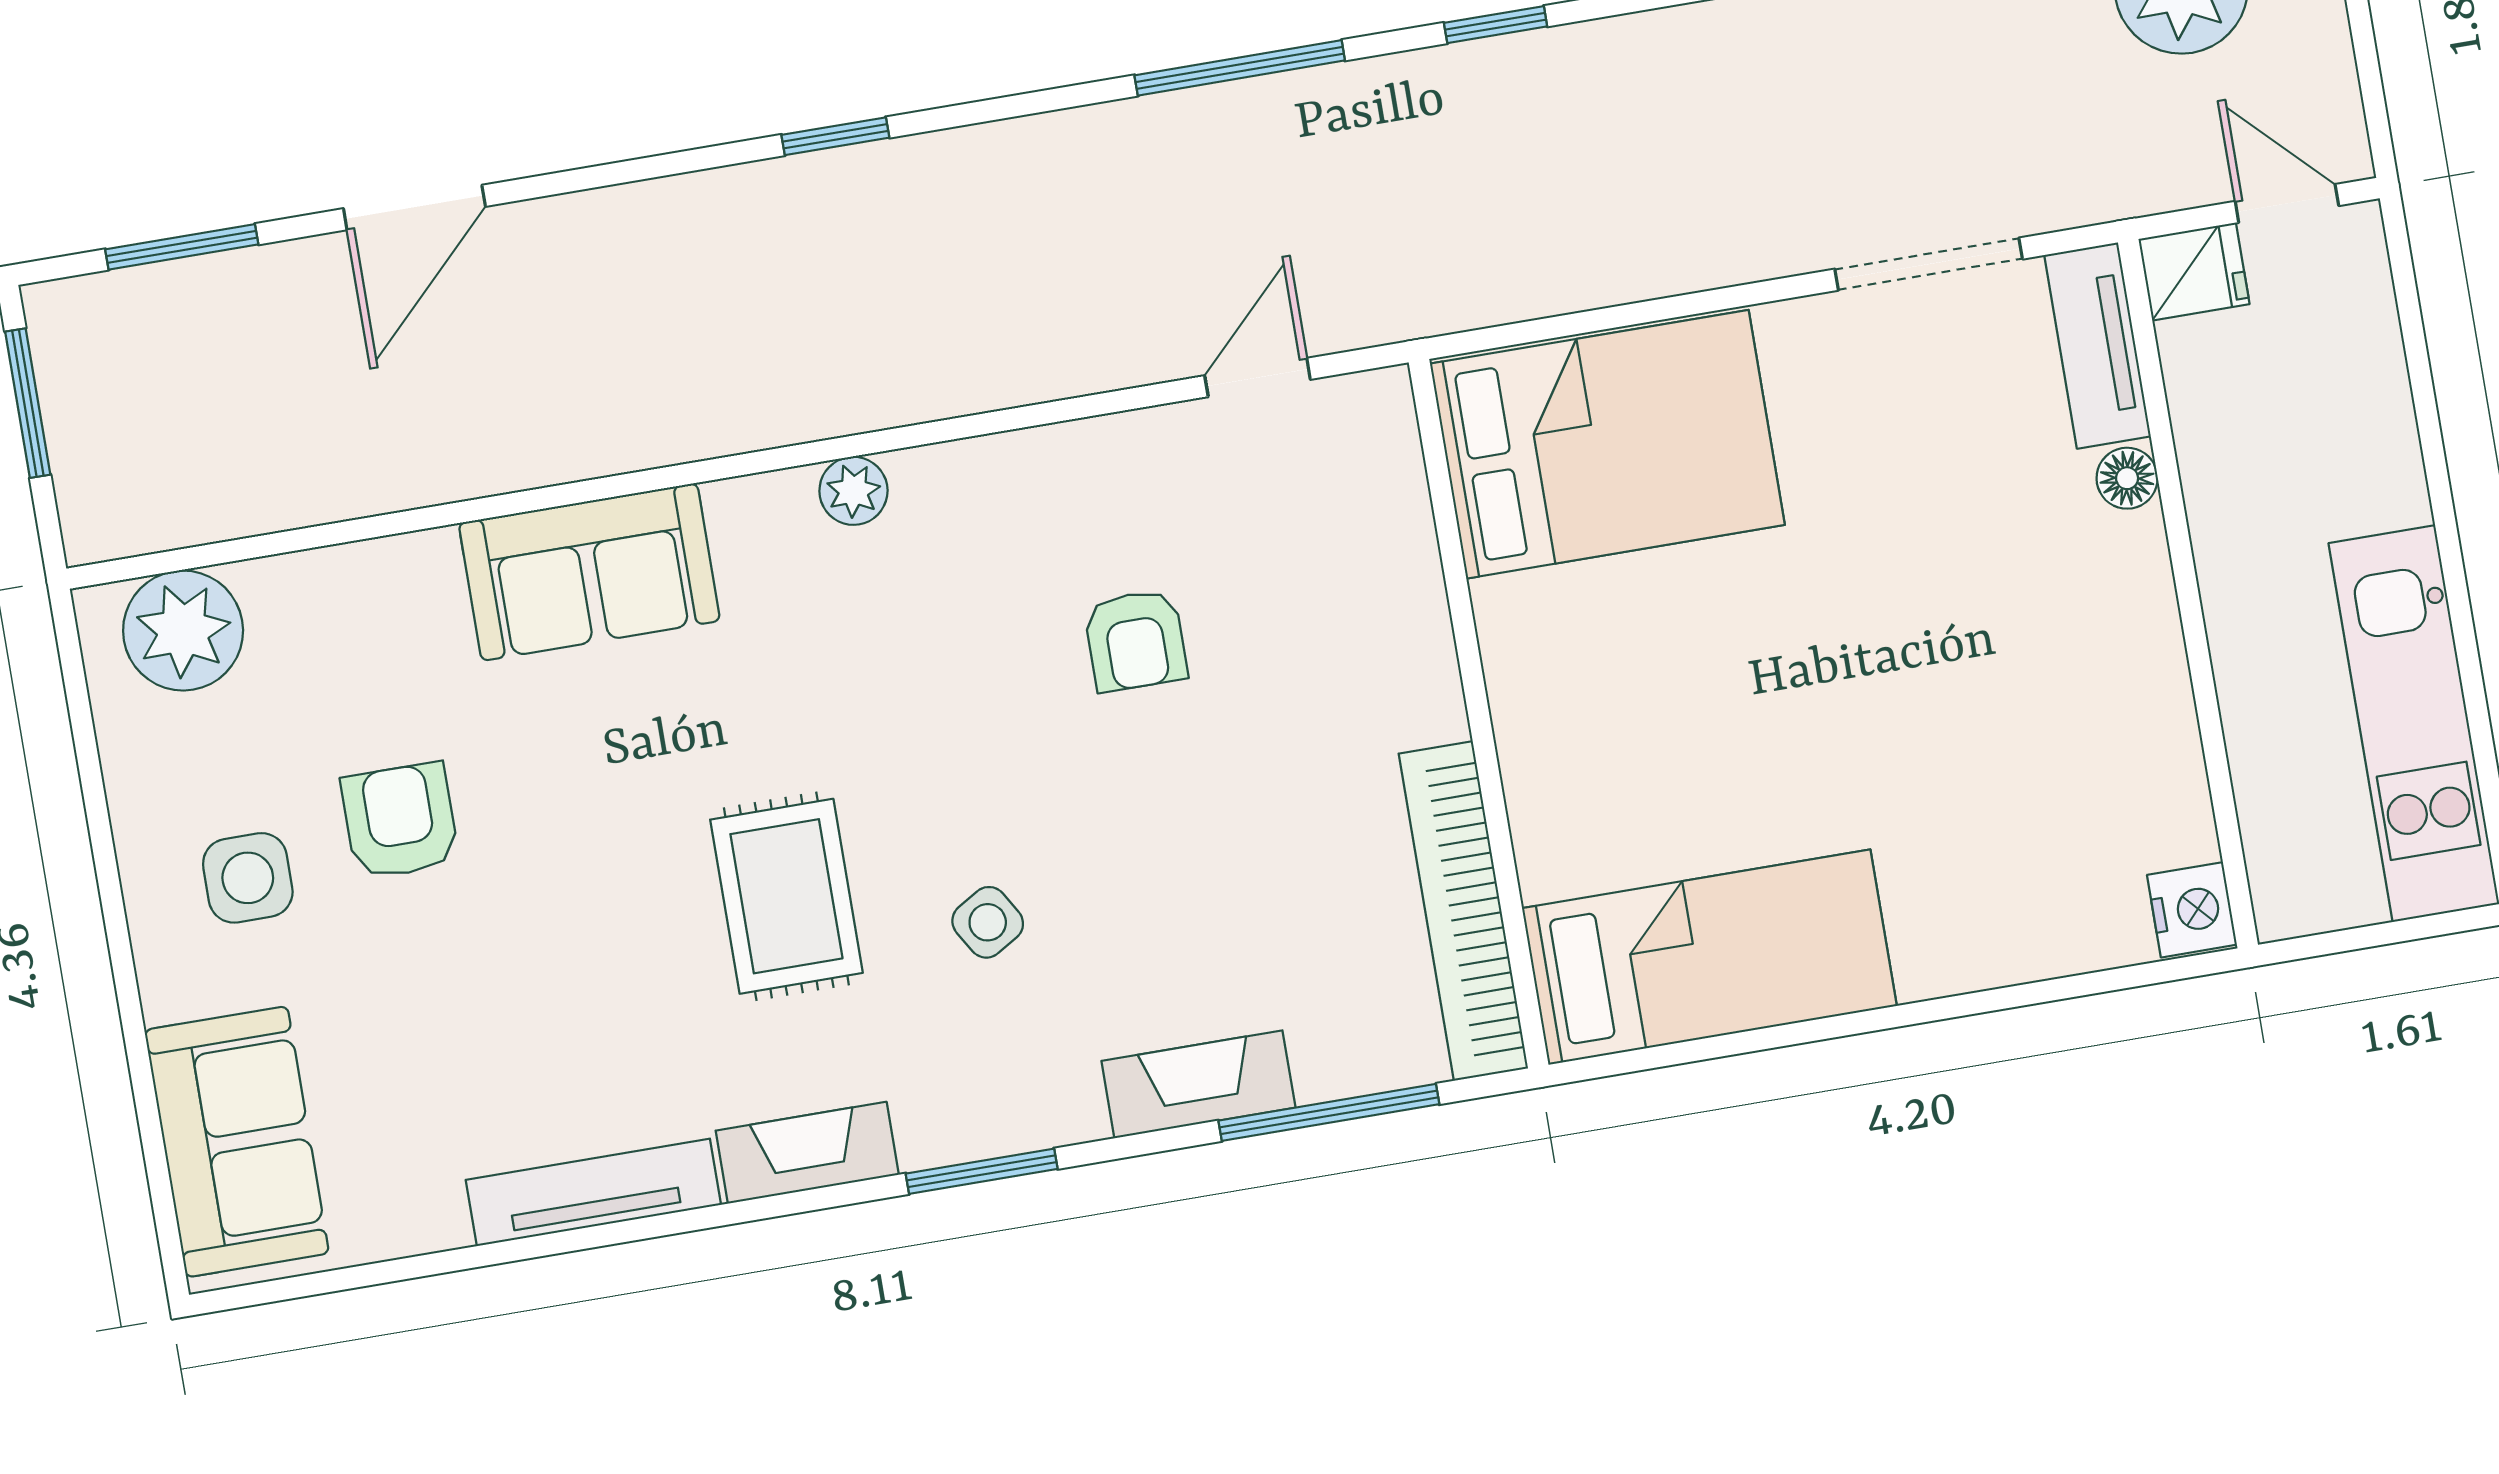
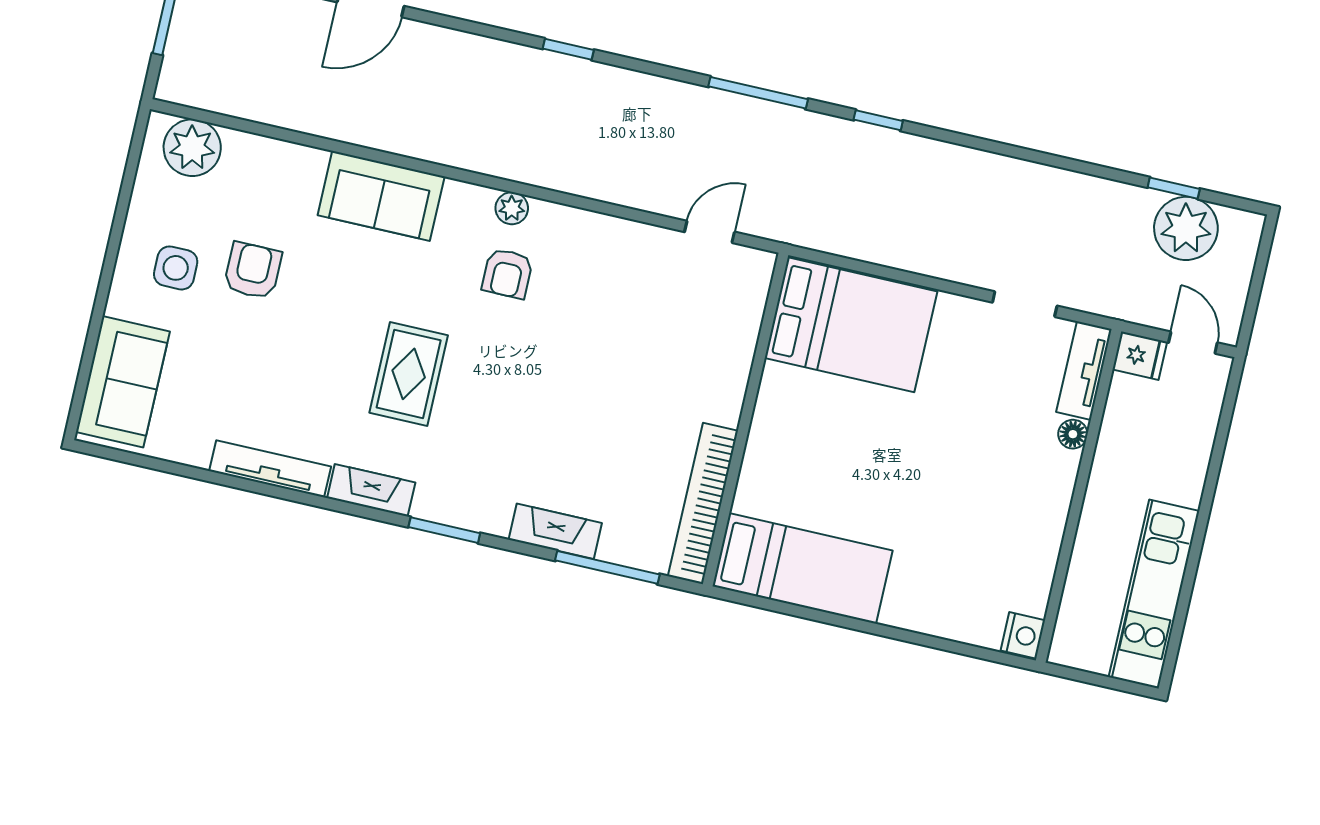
doorway: (1929, 264) -> (1025, 304), width x0.73
armchair: (1136, 640) -> (507, 273), moved
side table: (988, 922) -> (492, 422), removed

